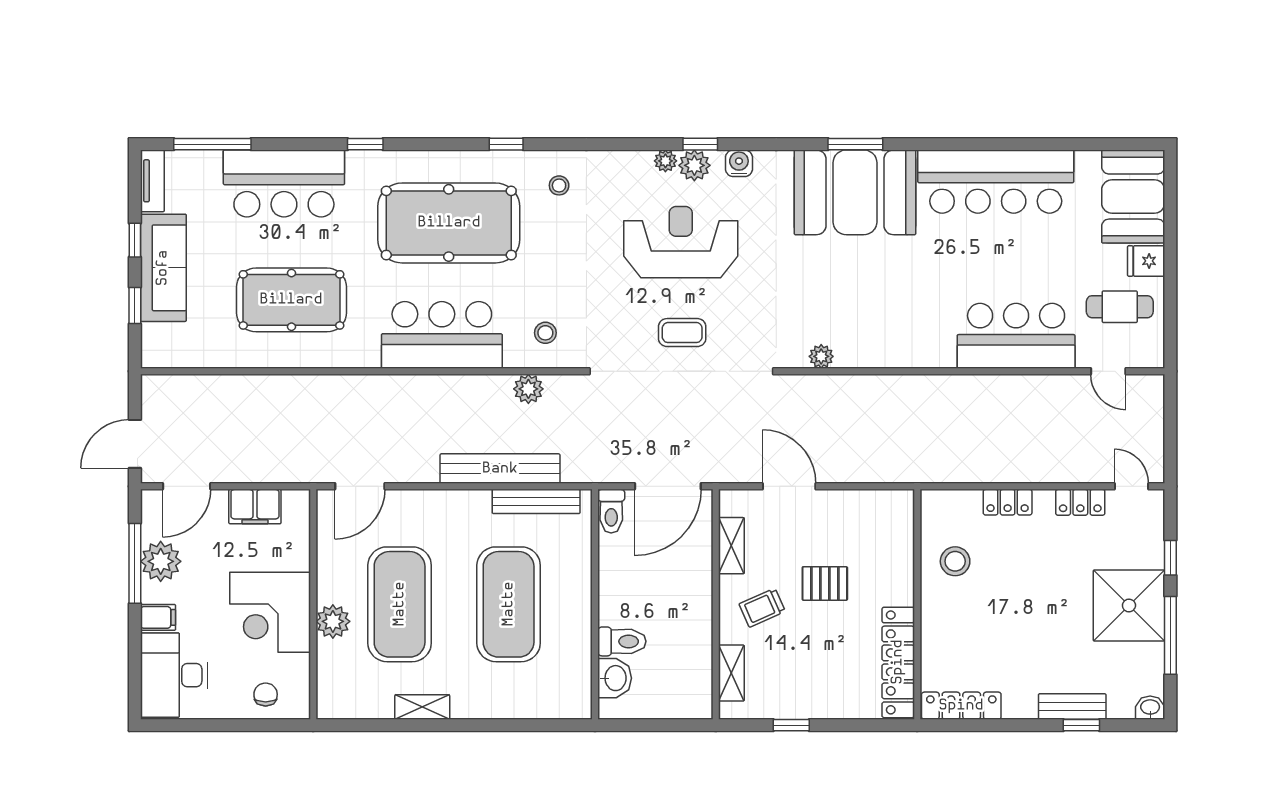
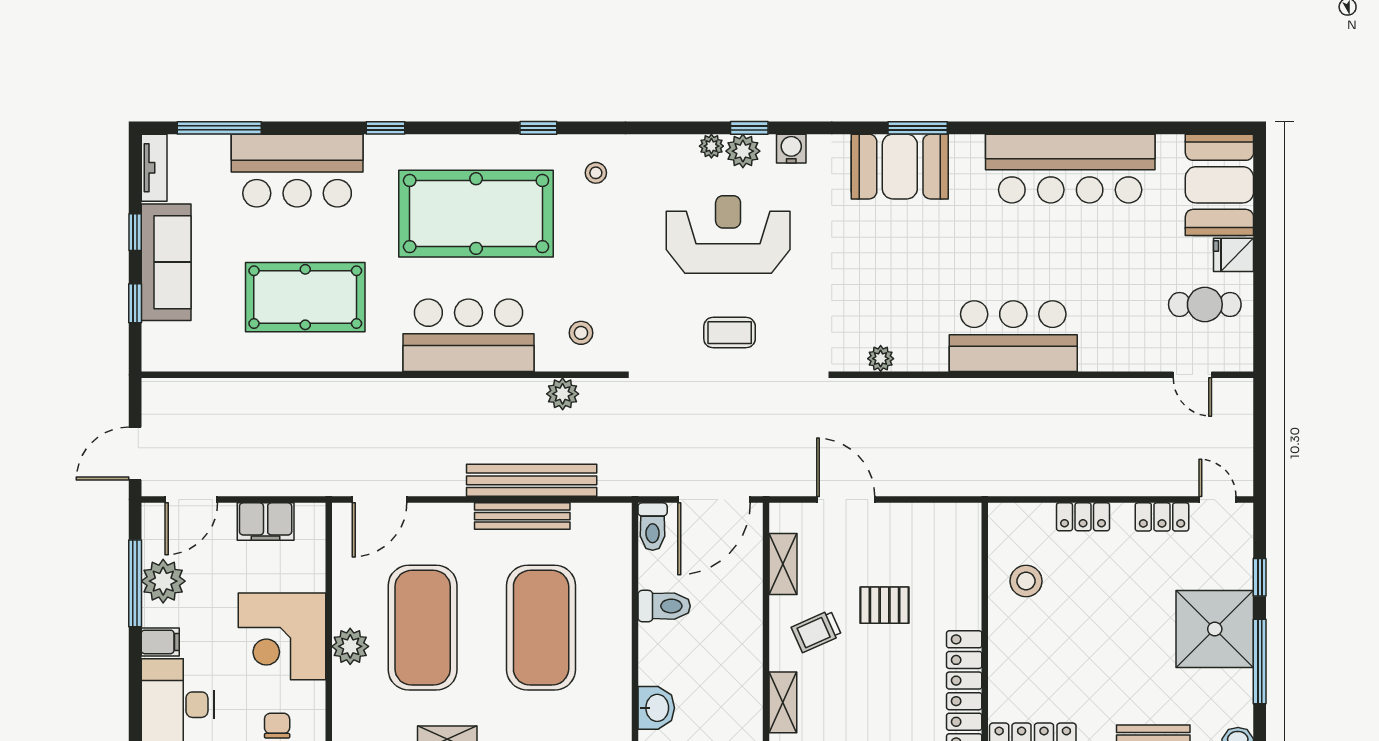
booth: (855, 192) -> (900, 167), width x0.73, depth x0.70
bar counter: (1016, 336) -> (1013, 336), moved
bench: (536, 501) -> (522, 516), moved
toilet: (622, 641) -> (664, 606), moved

